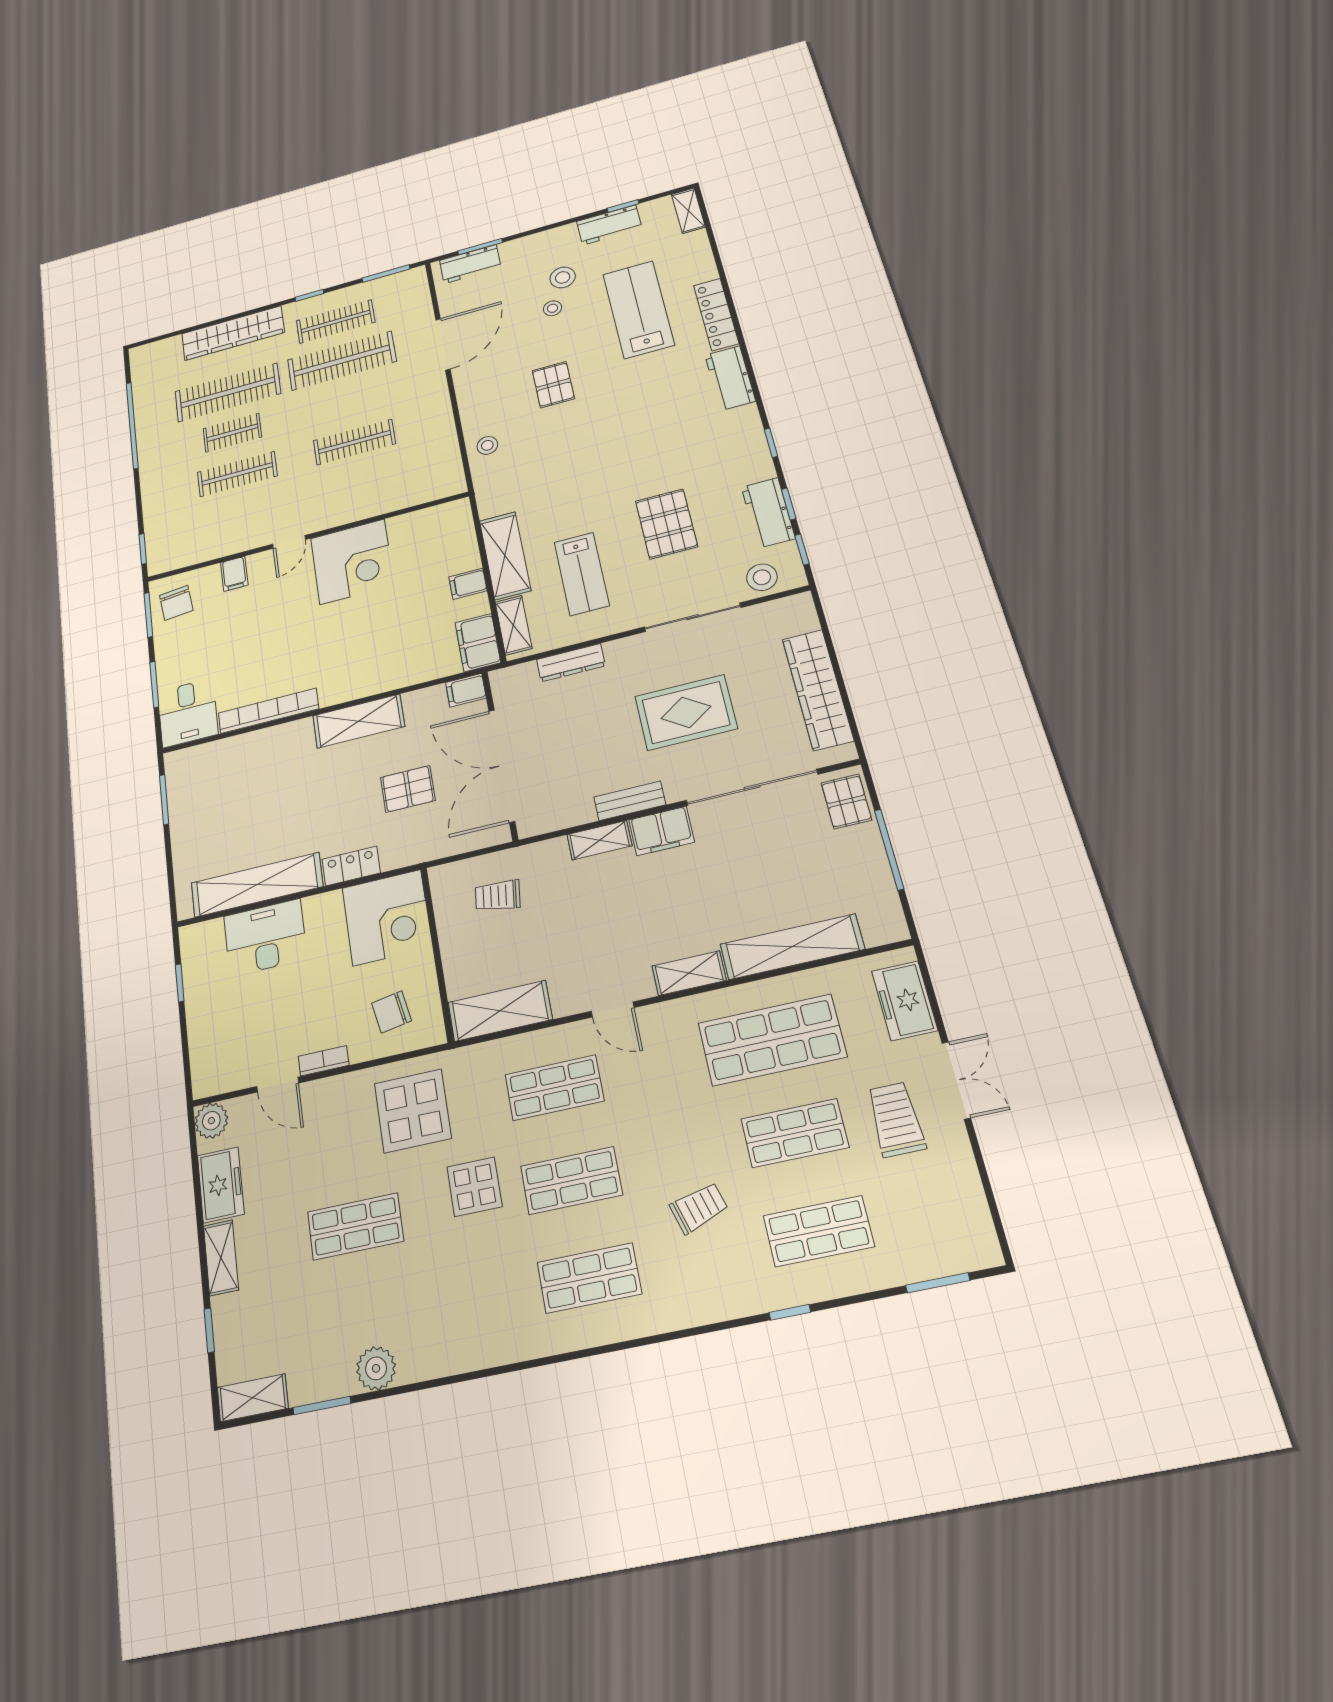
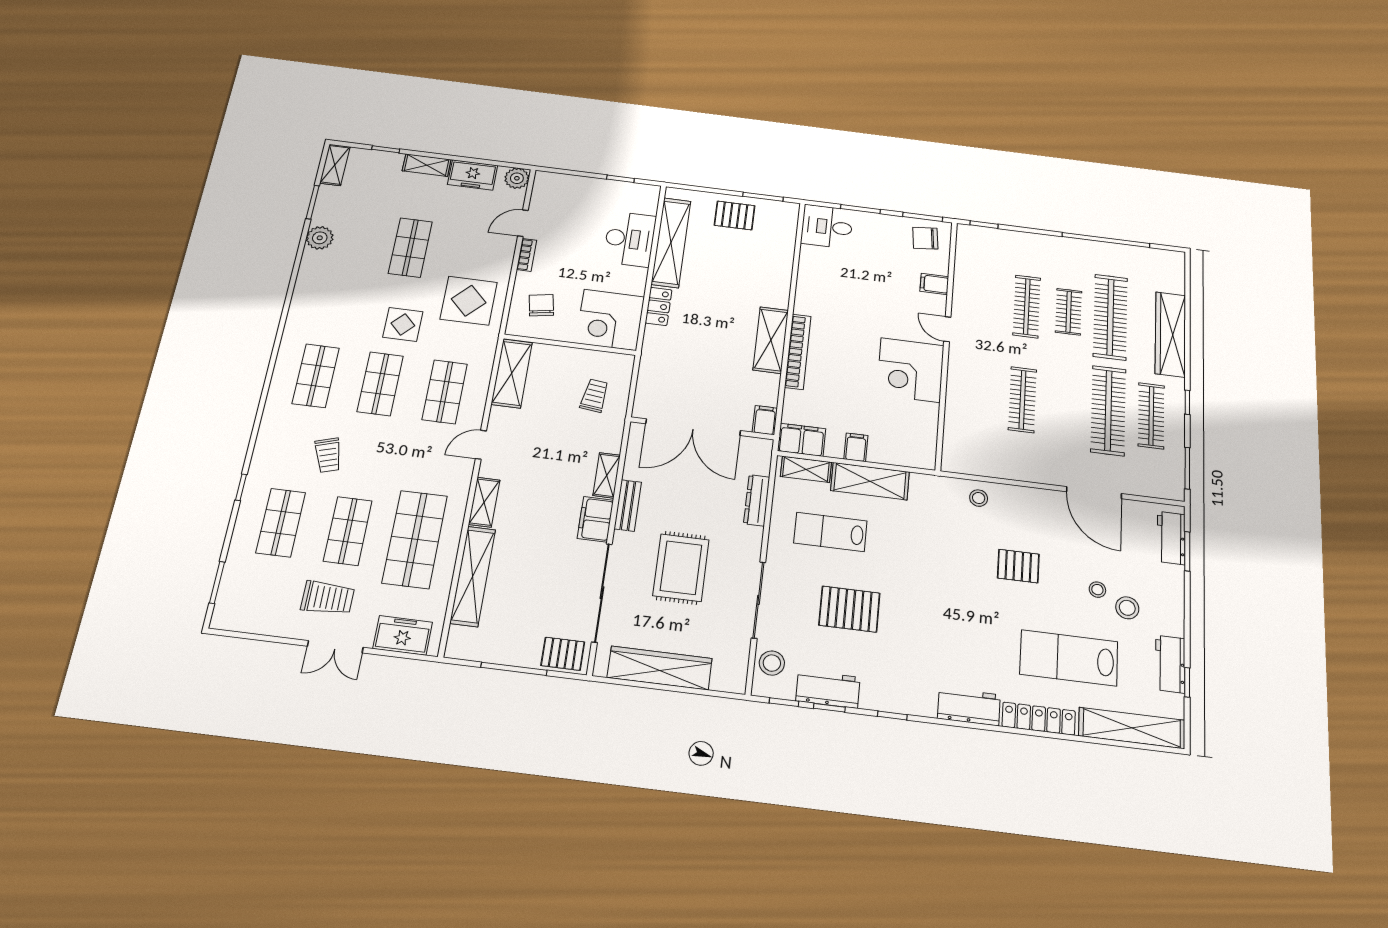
shelving: (688, 211) -> (1132, 728), width x2.20, depth x1.33
lab bench: (638, 309) -> (1069, 658), turned 180
bookcase: (268, 711) -> (798, 352), moved
double door: (502, 766) -> (693, 427), swing flipped
pallet: (408, 789) -> (735, 215), moved, turned 90

